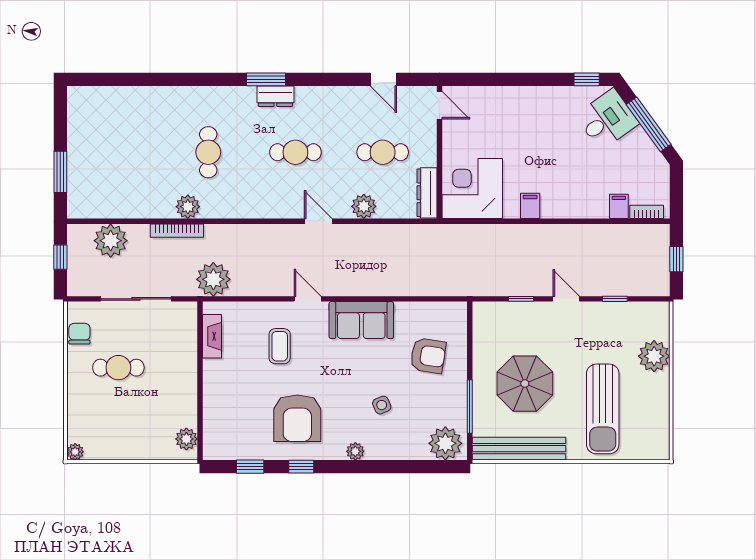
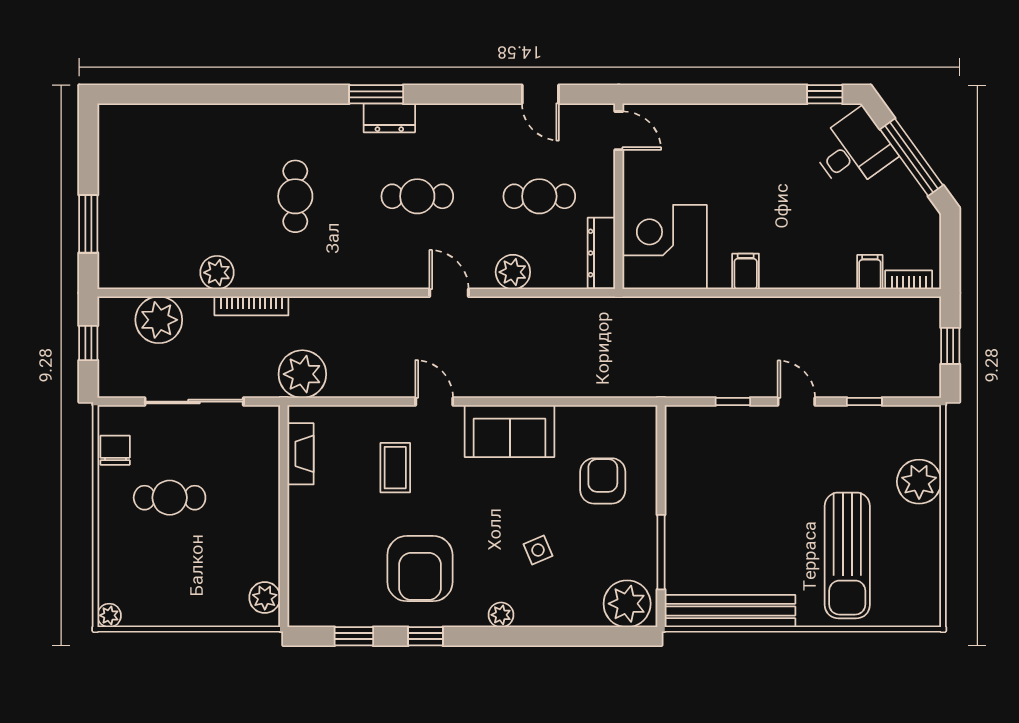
plant: (188, 207) -> (217, 273), moved
armchair: (428, 356) -> (603, 481), turned -99
parasol: (525, 384) -> (738, 520), removed

